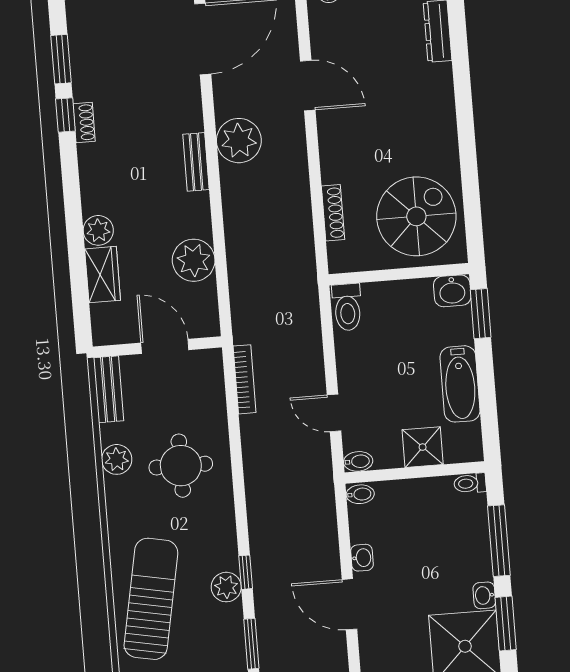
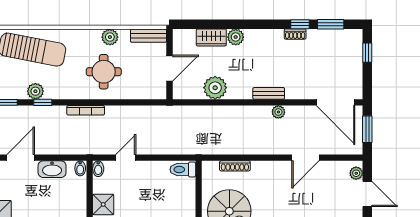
plant: (239, 141) -> (278, 112), width x0.53, depth x0.53
bookcase: (245, 379) -> (86, 110), moved
washbasin: (362, 558) -> (52, 169), width x1.91, depth x1.45

